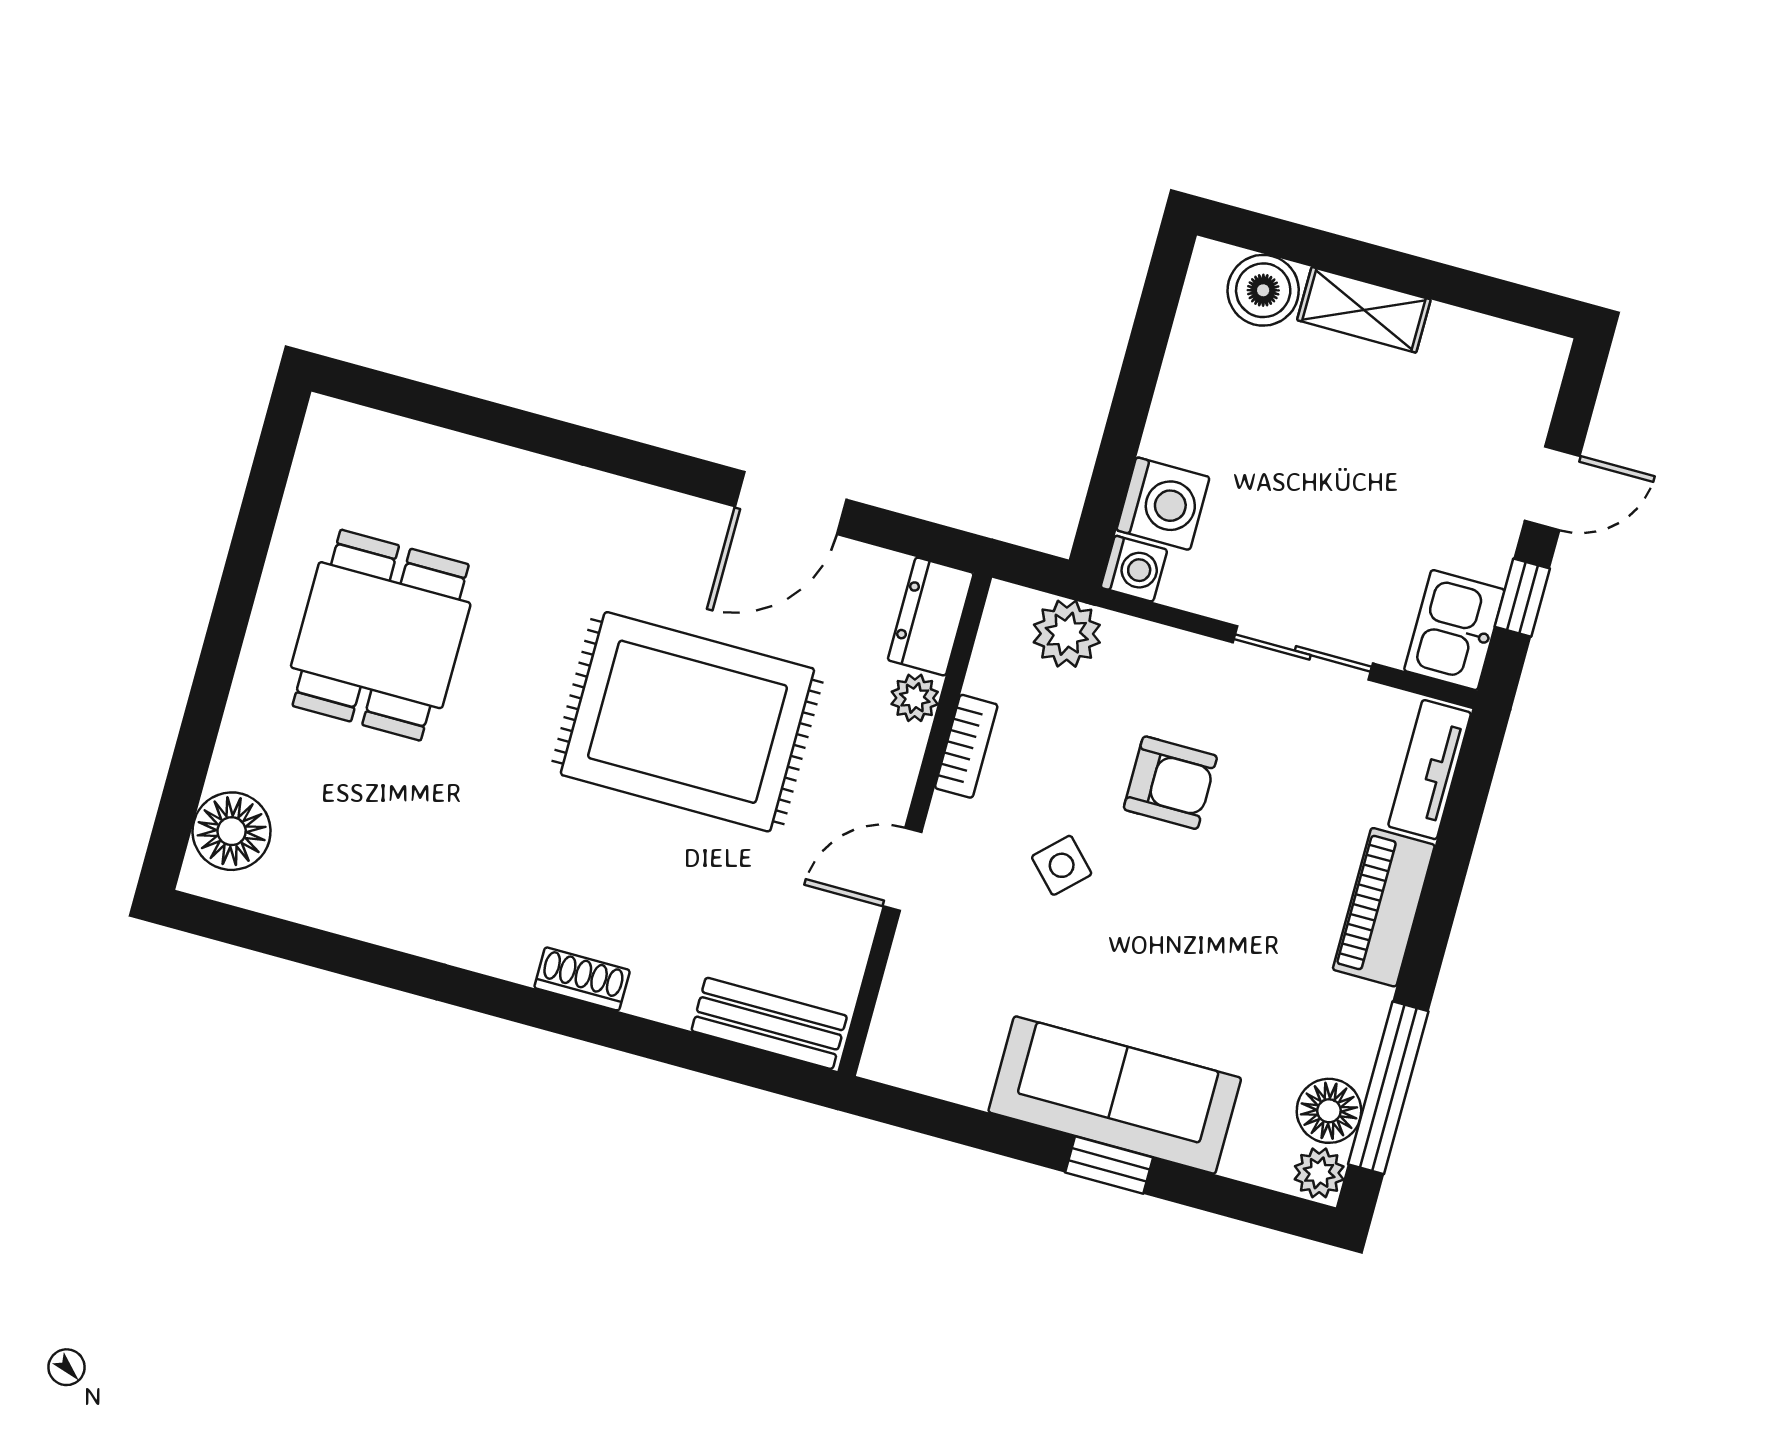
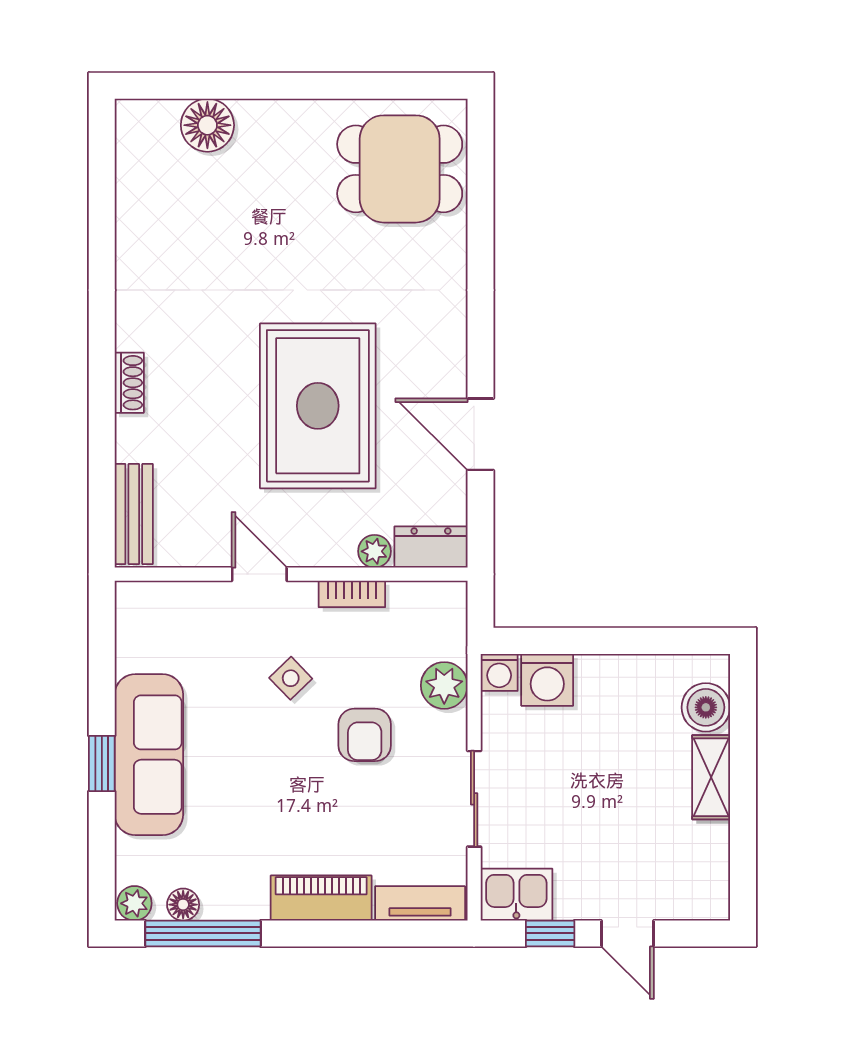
plant: (1067, 634) -> (444, 685), moved
dining table: (381, 635) -> (400, 169), moved
floor lamp: (232, 831) -> (207, 125), moved
floor lamp: (1329, 1111) -> (183, 905), width x0.73, depth x0.73

